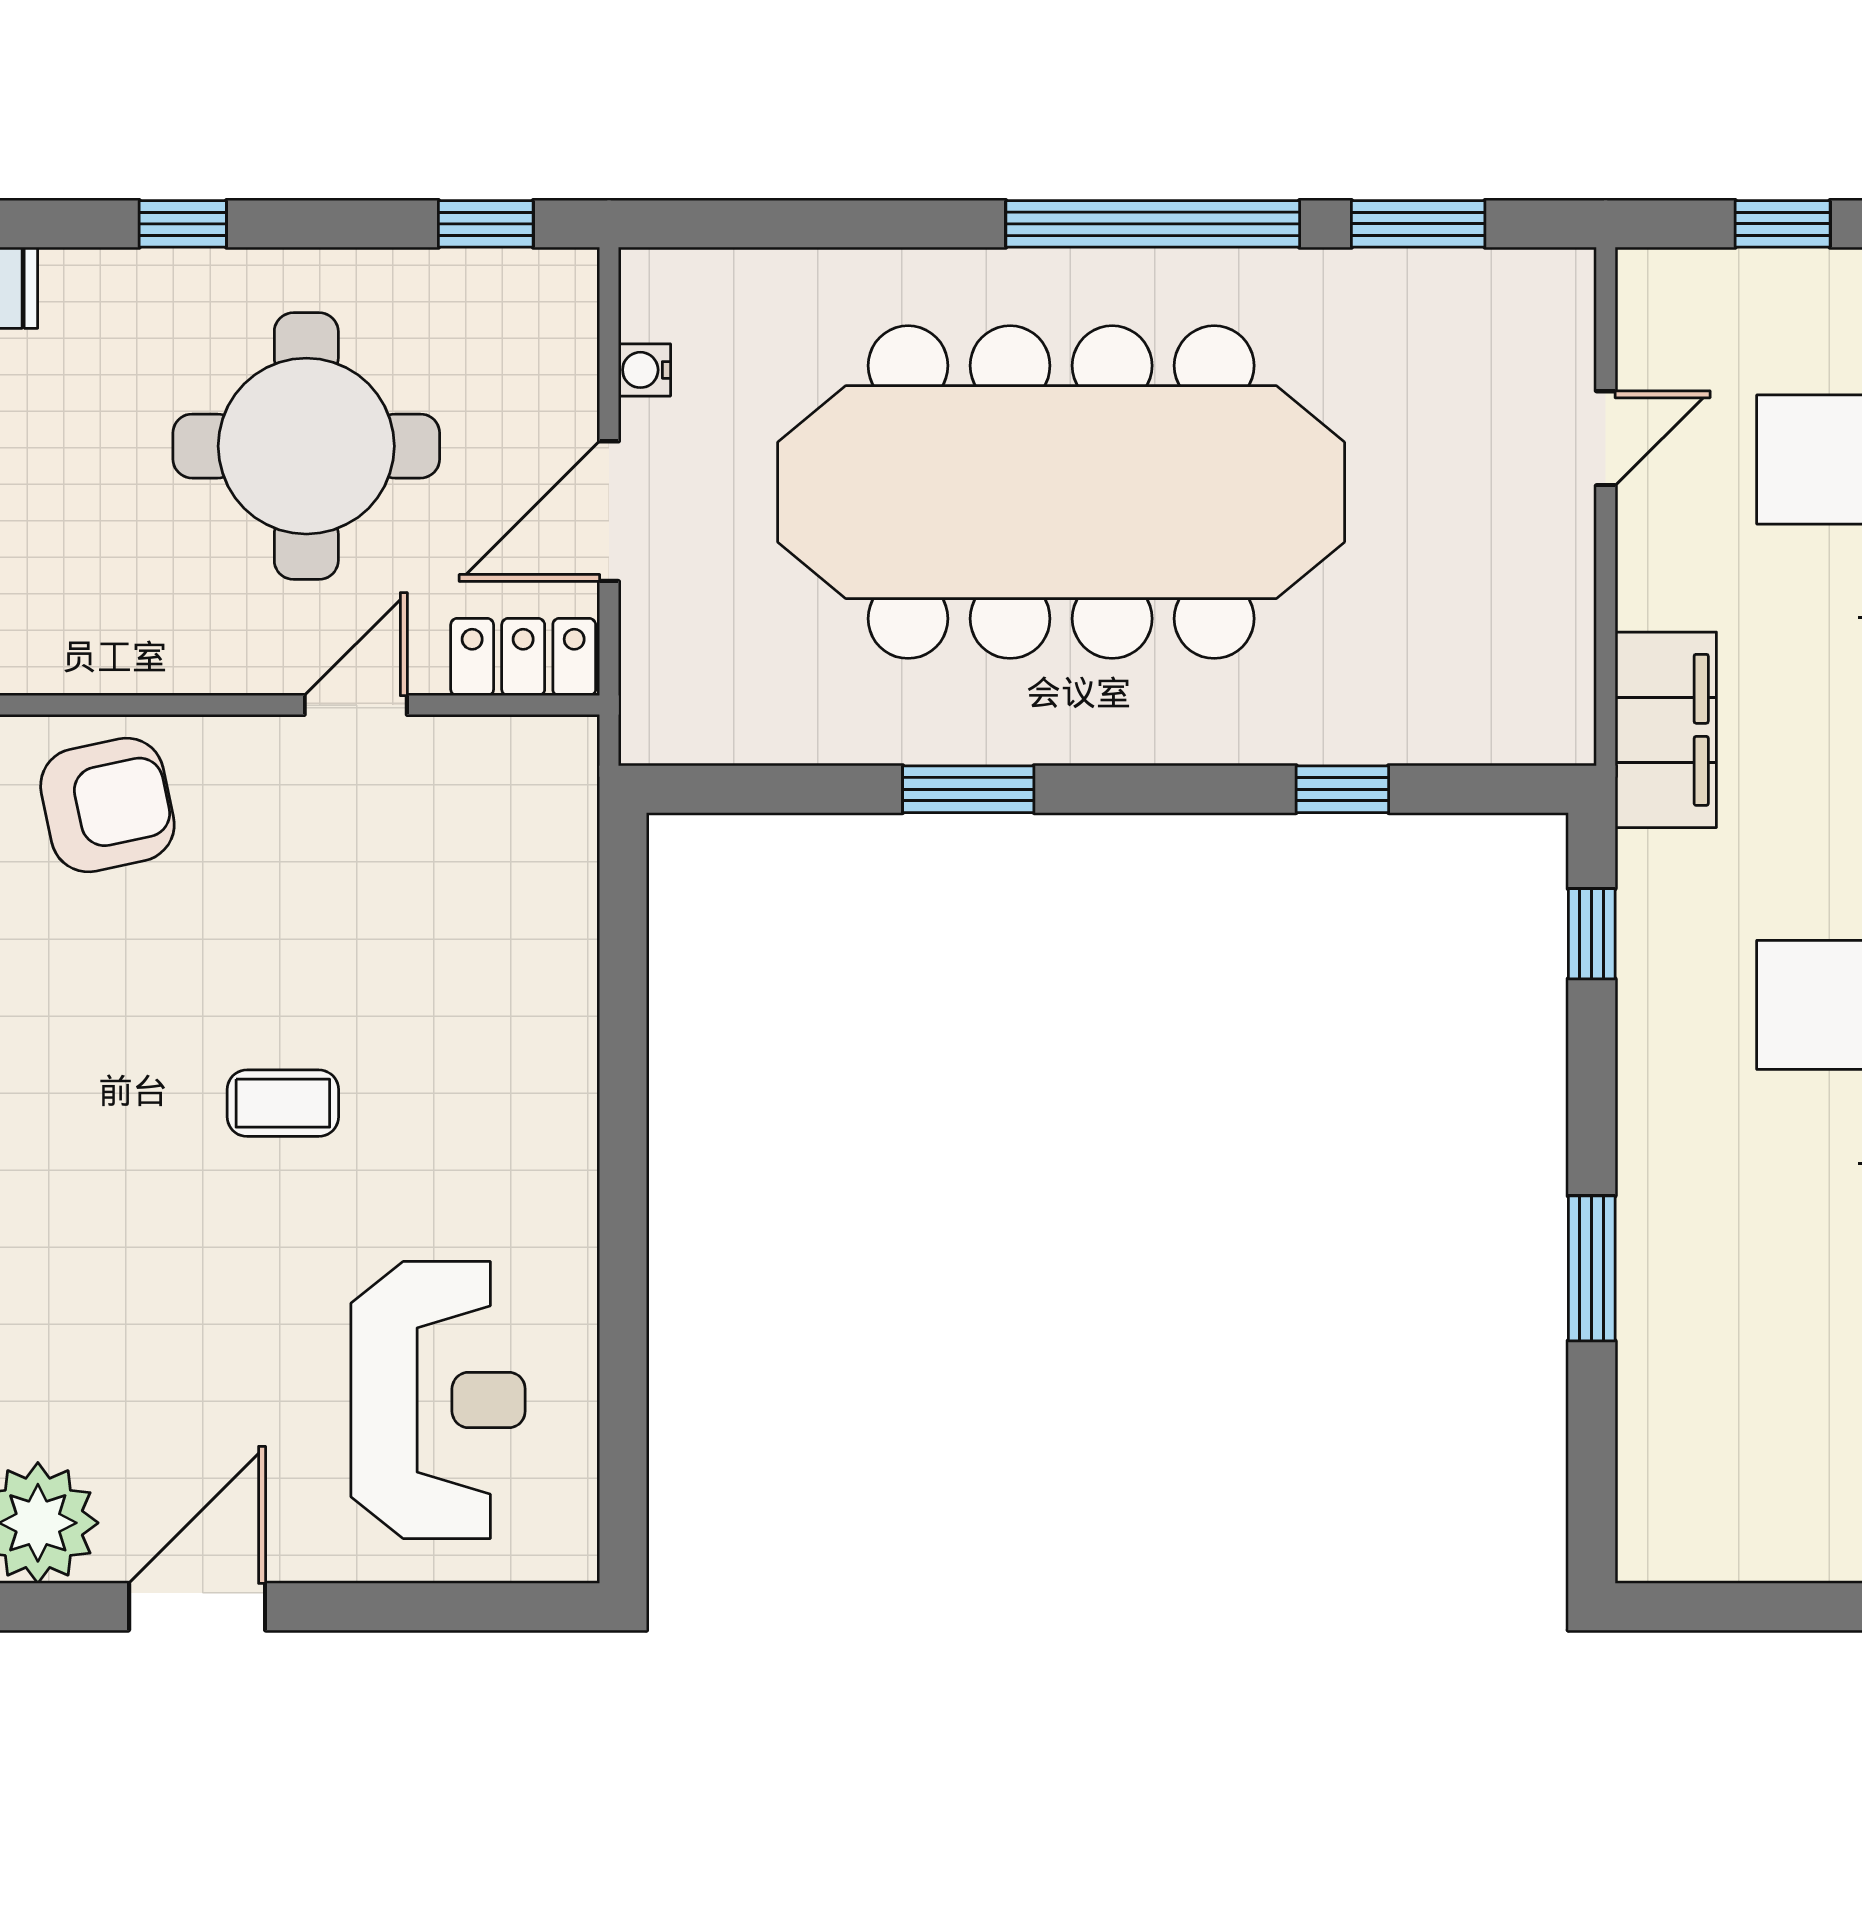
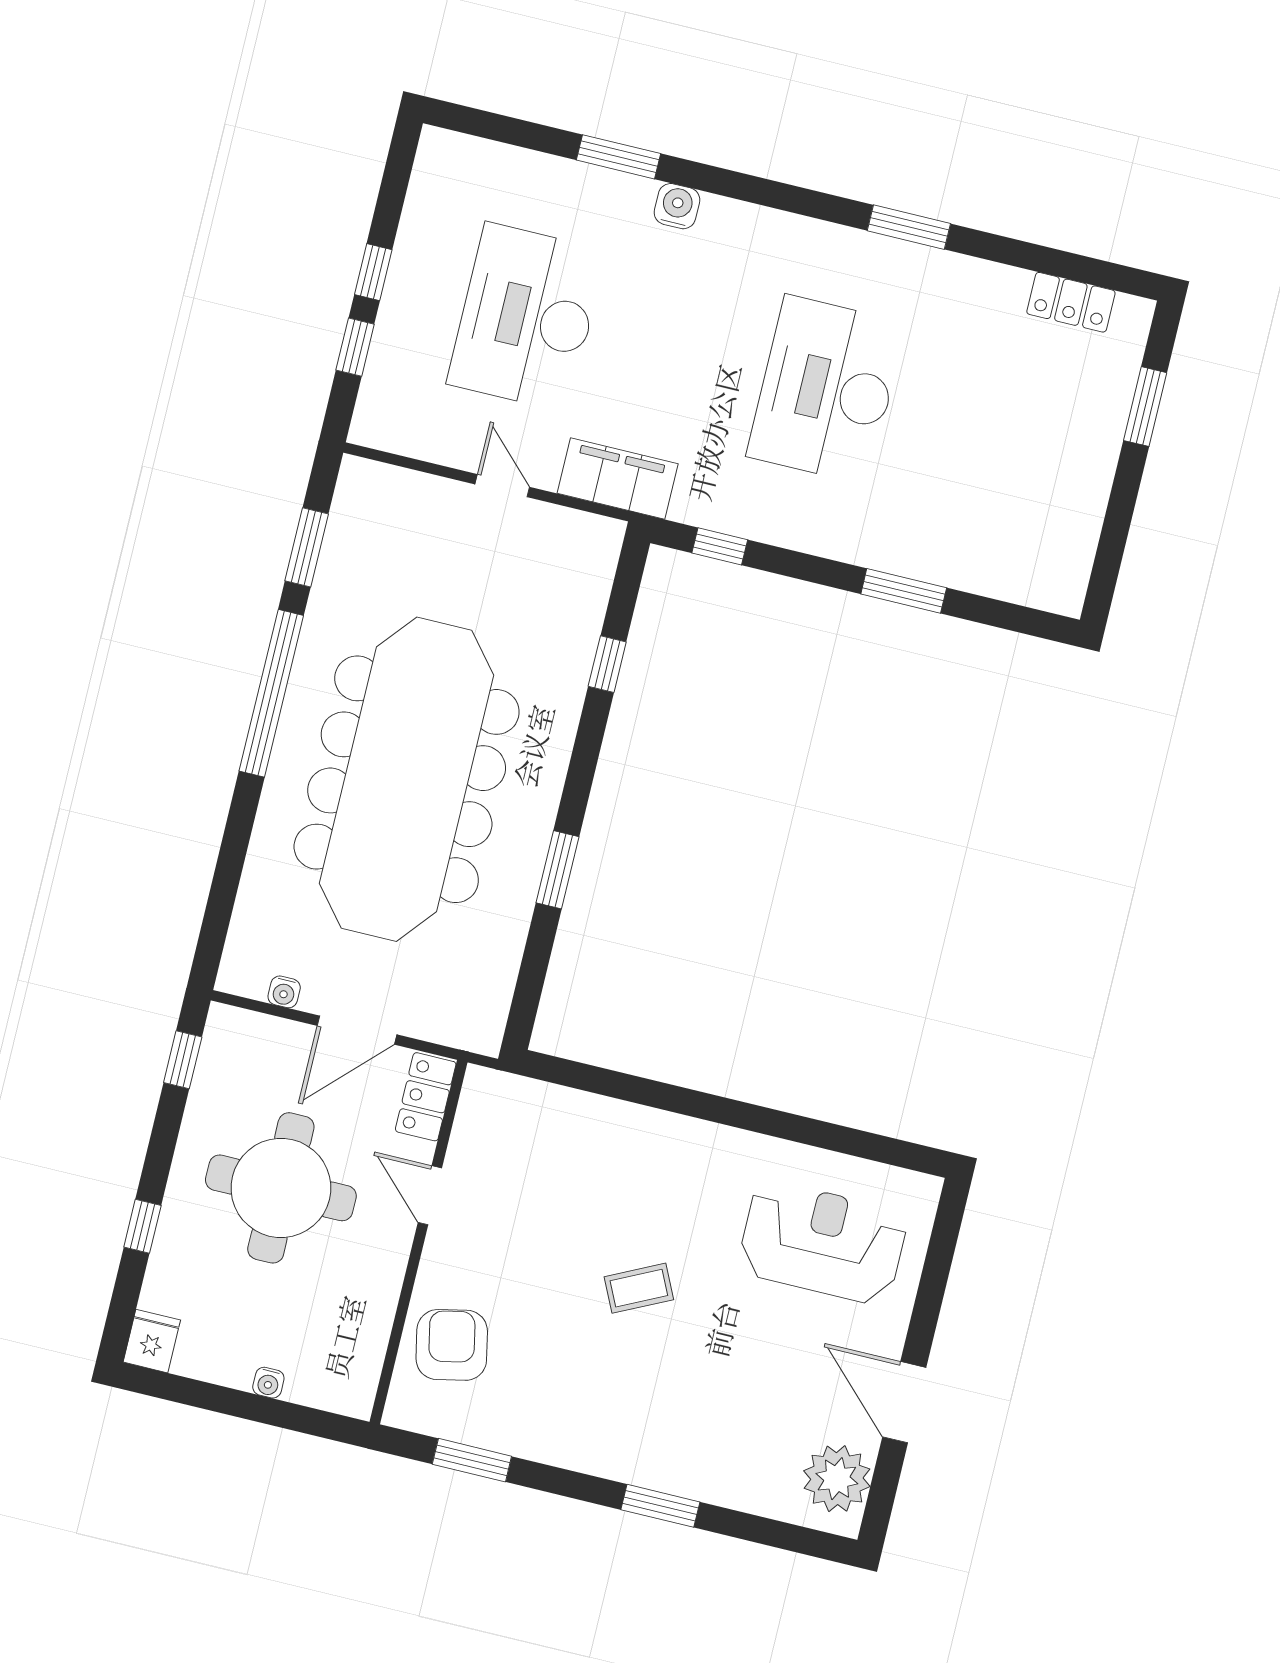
door: (1606, 438) -> (502, 486), moved
door: (609, 511) -> (357, 1030), hinge flipped
coffee table: (283, 1103) -> (639, 1288), turned 64

